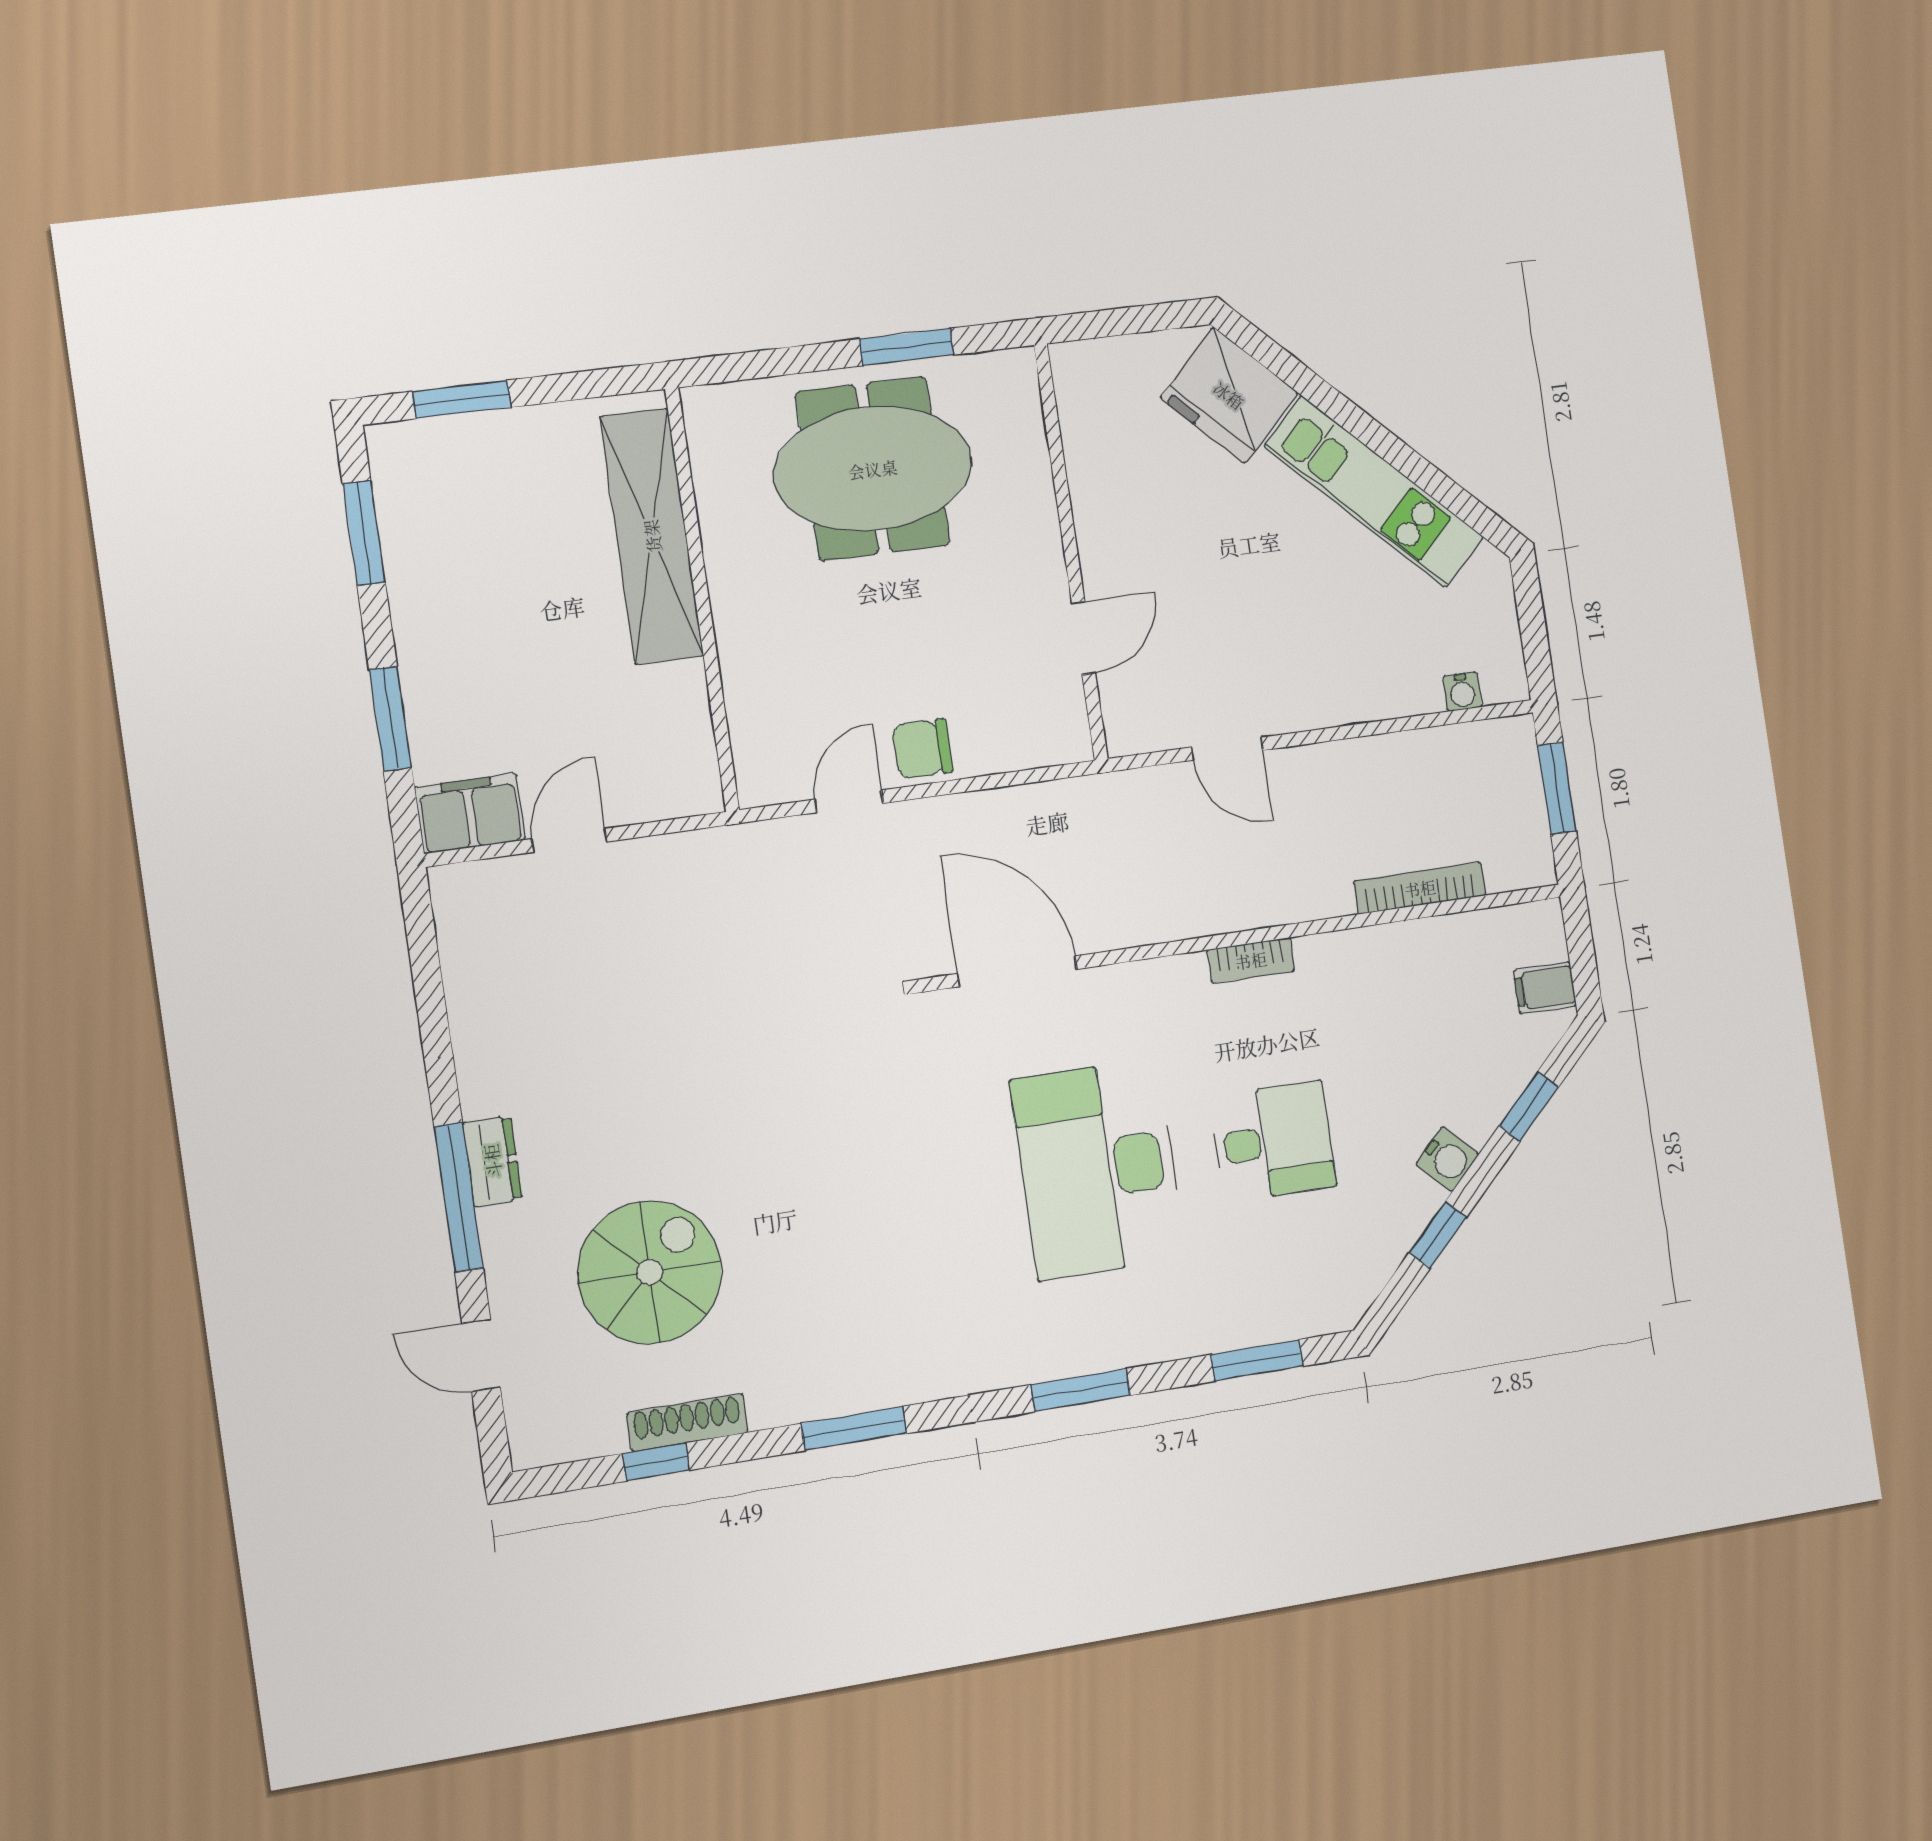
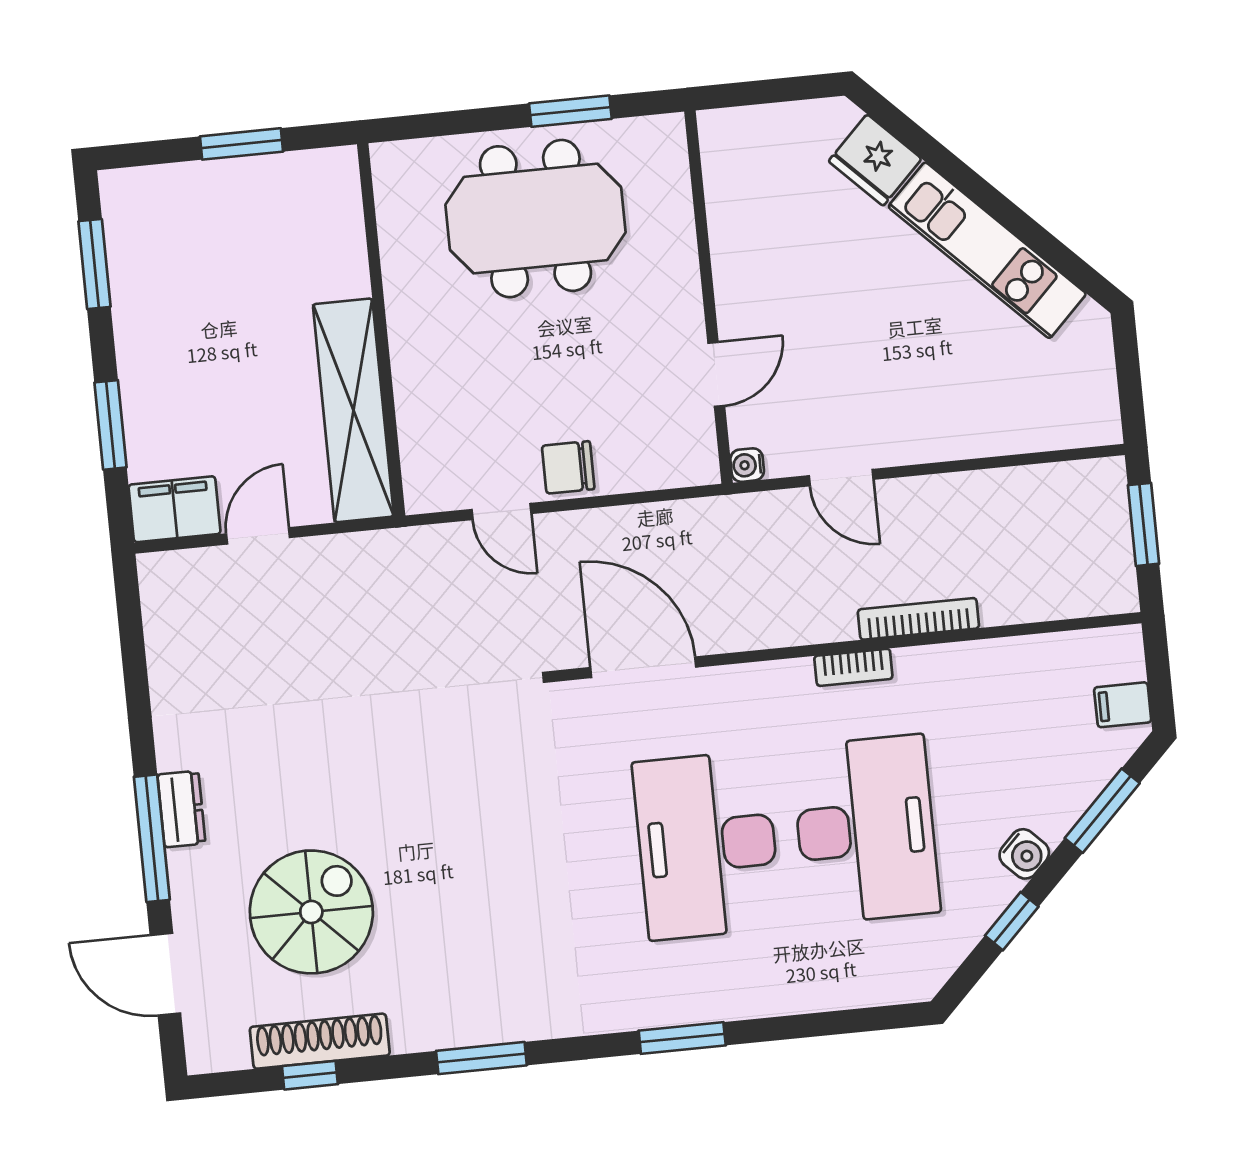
fridge: (1229, 395) -> (875, 160), width x0.73, depth x0.75
window: (462, 399) -> (242, 144), moved
shelving: (652, 536) -> (353, 410), moved
water cooler: (1462, 692) -> (747, 465), moved, turned 90
door: (849, 801) -> (501, 511), swing flipped
bookcase: (1420, 888) -> (918, 619), moved
window: (1529, 1106) -> (1102, 811), width x1.50
desk: (1273, 1141) -> (866, 829), width x1.87, depth x1.30
door: (481, 1355) -> (165, 974), width x1.38
window: (1257, 1360) -> (841, 1022), removed
shoe rack: (687, 1423) -> (320, 1041), width x1.36, depth x1.24

